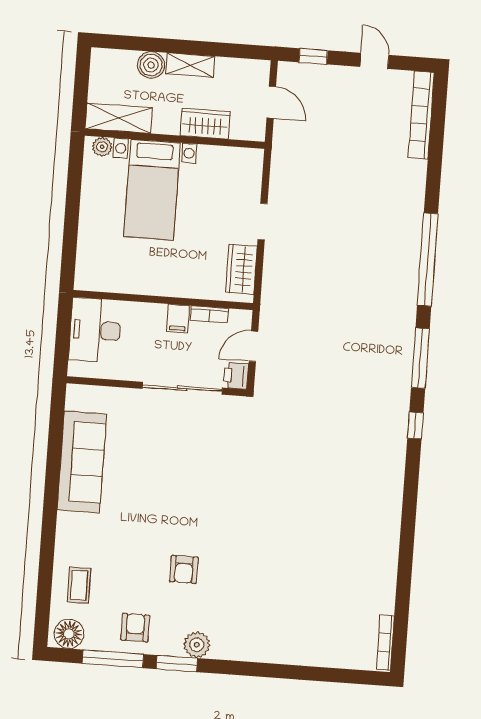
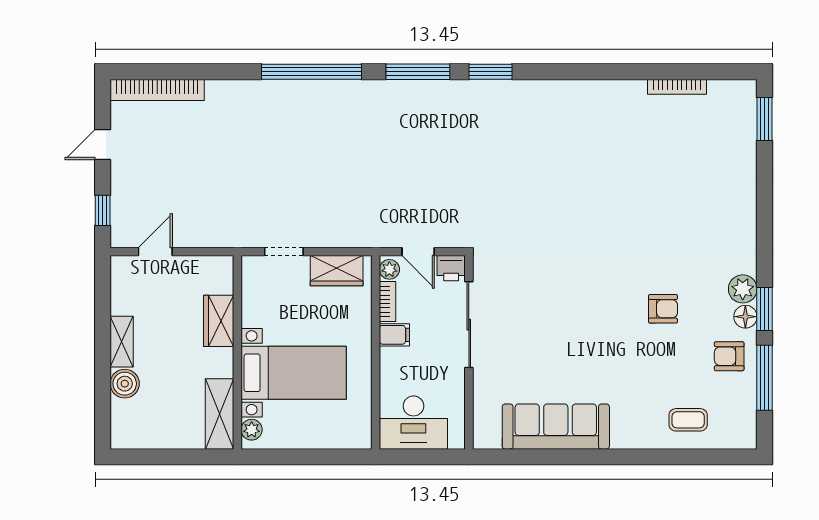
shelving: (119, 118) -> (219, 414), moved
wardrobe: (205, 124) -> (219, 321), moved
wall: (175, 139) -> (237, 352), moved
plant: (102, 147) -> (252, 430), moved
bed with nightstands: (152, 190) -> (294, 373), moved
plant: (239, 318) -> (389, 269), added
window: (415, 426) -> (491, 72), width x1.50
floor lamp: (69, 634) -> (745, 317), moved, width x0.73, depth x0.73
bookcase: (385, 643) -> (677, 87), moved
window: (353, 676) -> (765, 119), added

